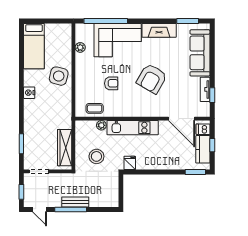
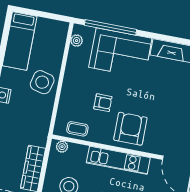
plant: (80, 47) -> (77, 41), moved
armchair: (152, 79) -> (130, 129), moved, turned 150
plant: (101, 125) -> (62, 147), moved

